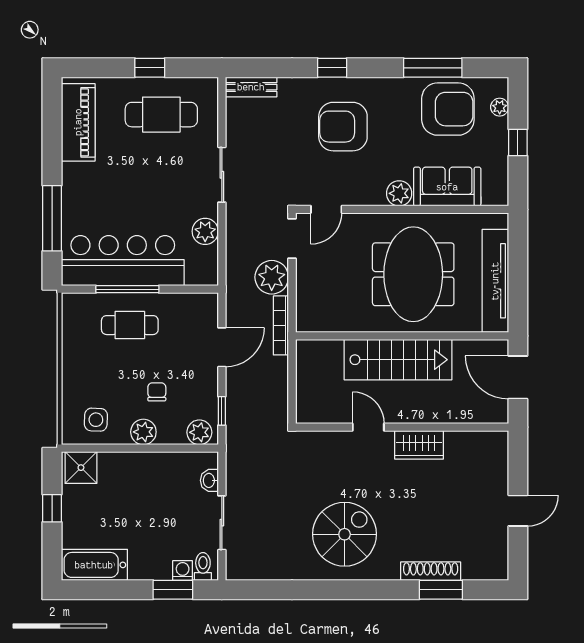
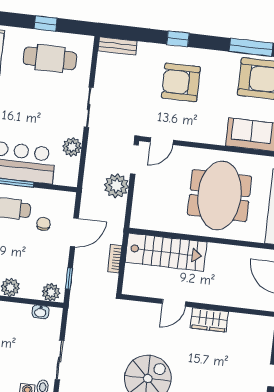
plant: (399, 193) -> (216, 136), removed
bookcase: (281, 325) -> (115, 259), moved, width x0.64
stairs: (398, 360) -> (166, 252), moved
chair: (157, 392) -> (43, 224), moved
door: (368, 427) -> (174, 303), swing flipped
washbasin: (209, 480) -> (40, 312), moved, turned -90

